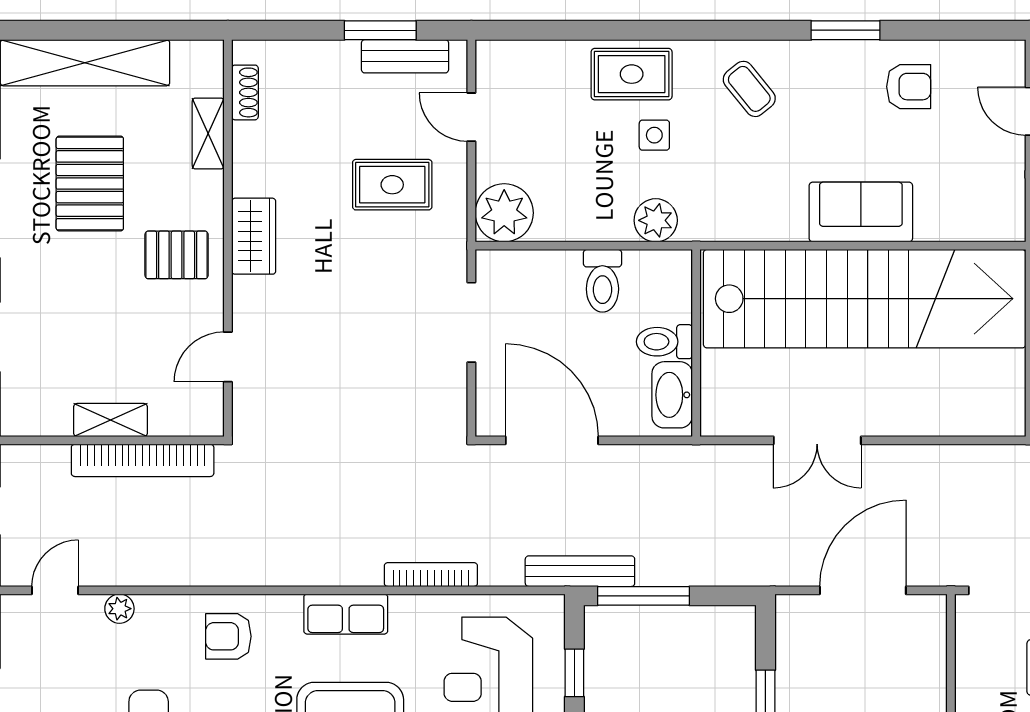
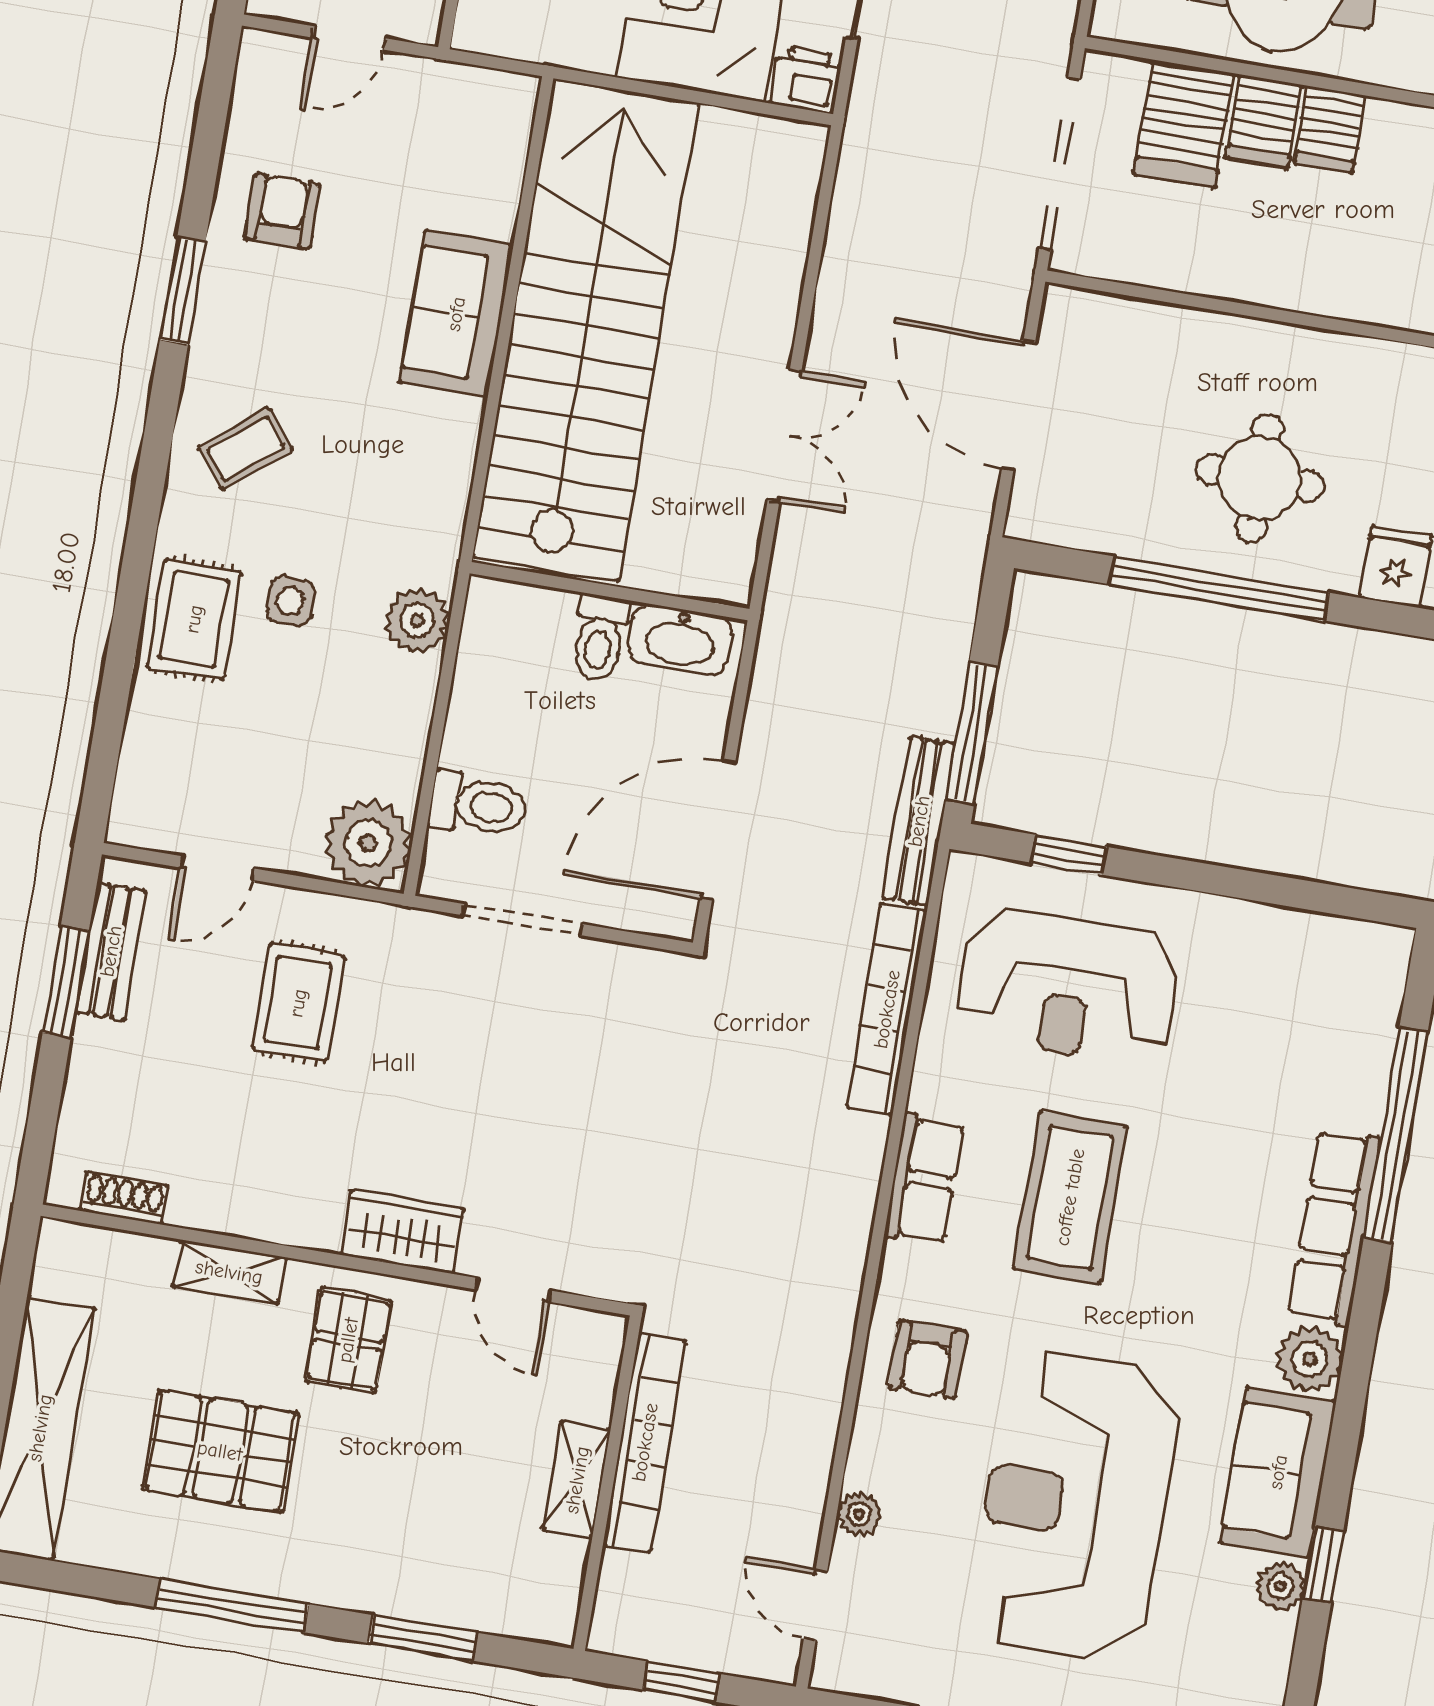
shelving: (208, 133) -> (229, 1272), moved
wardrobe: (254, 236) -> (402, 1232), moved
toilet: (602, 281) -> (478, 805), moved
bookcase: (431, 575) -> (887, 1009), width x1.48, depth x1.31

